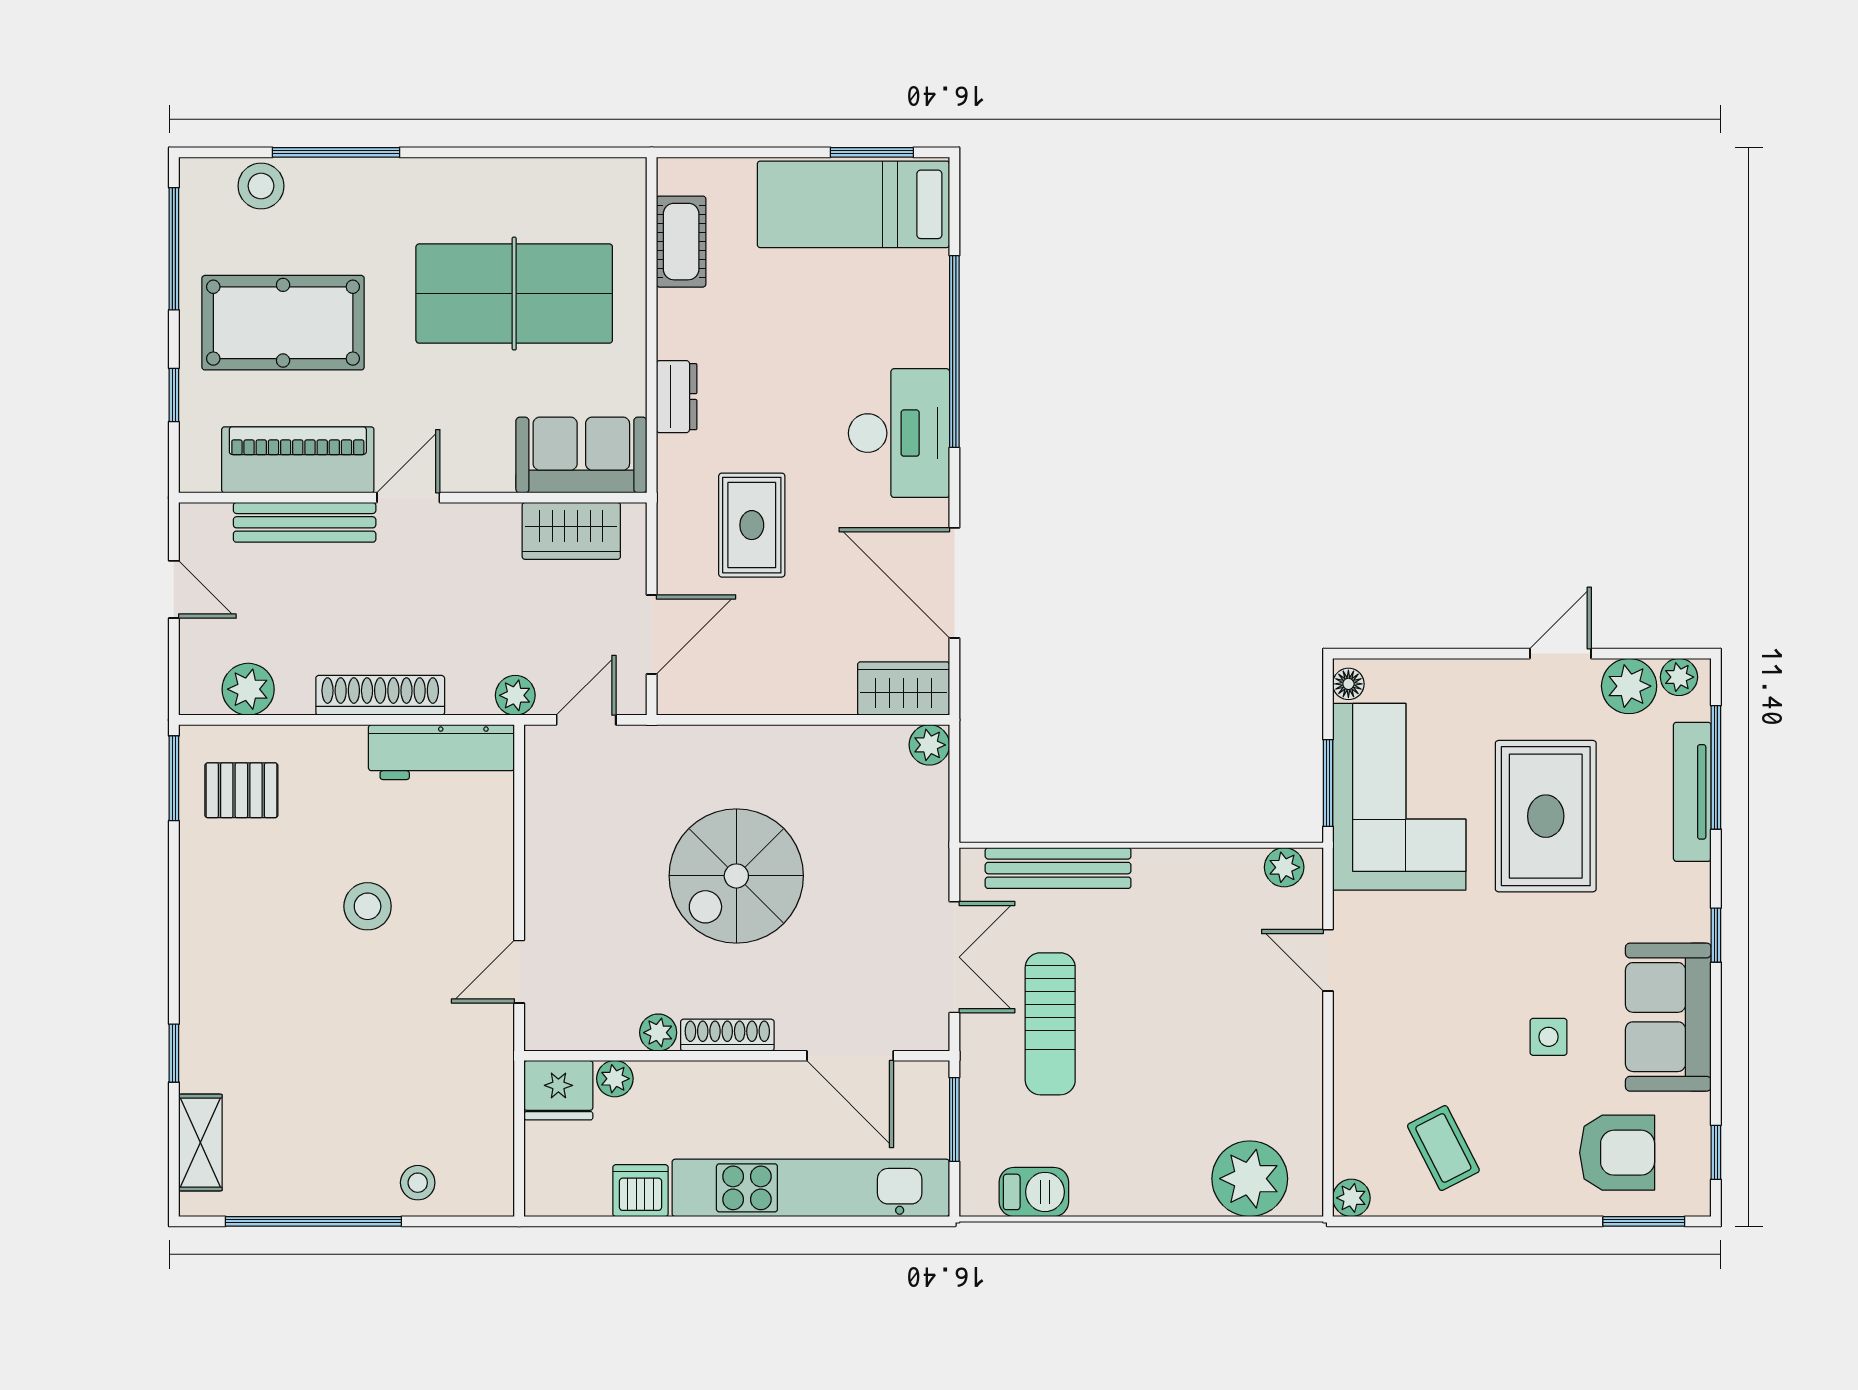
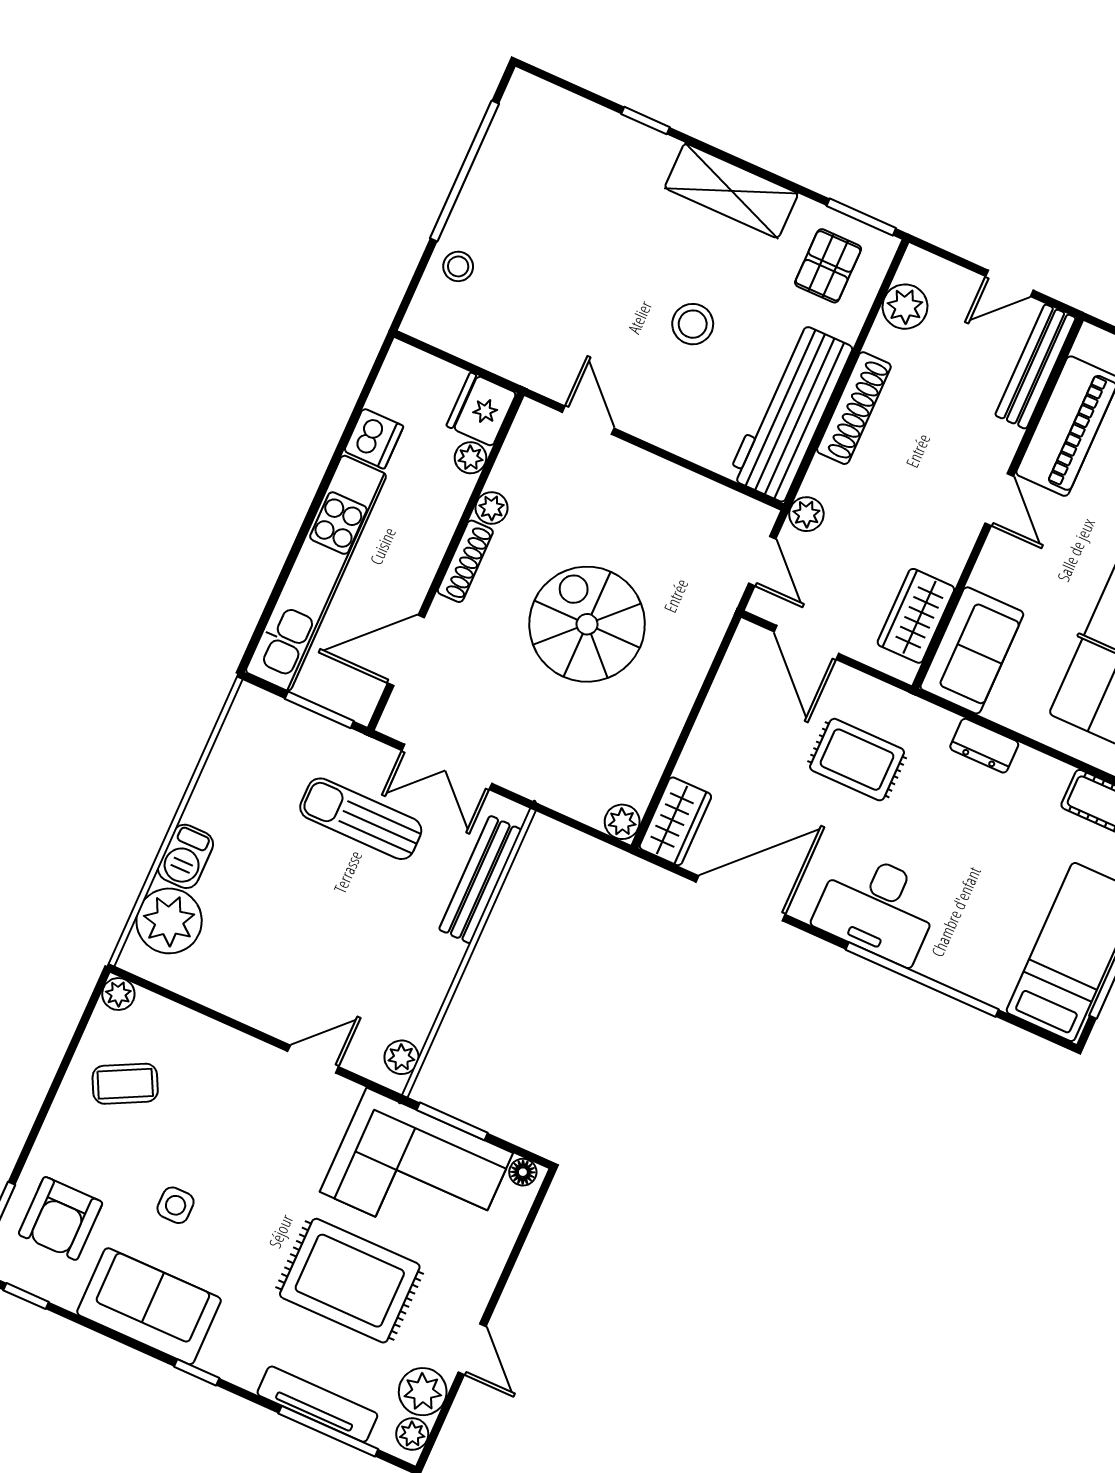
bench: (305, 522) -> (1035, 367), moved
workbench: (441, 752) -> (790, 412), width x1.36, depth x1.32
shelving: (200, 1143) -> (731, 191), moved, width x1.50, depth x1.33
barbecue: (1034, 1192) -> (186, 856), moved

